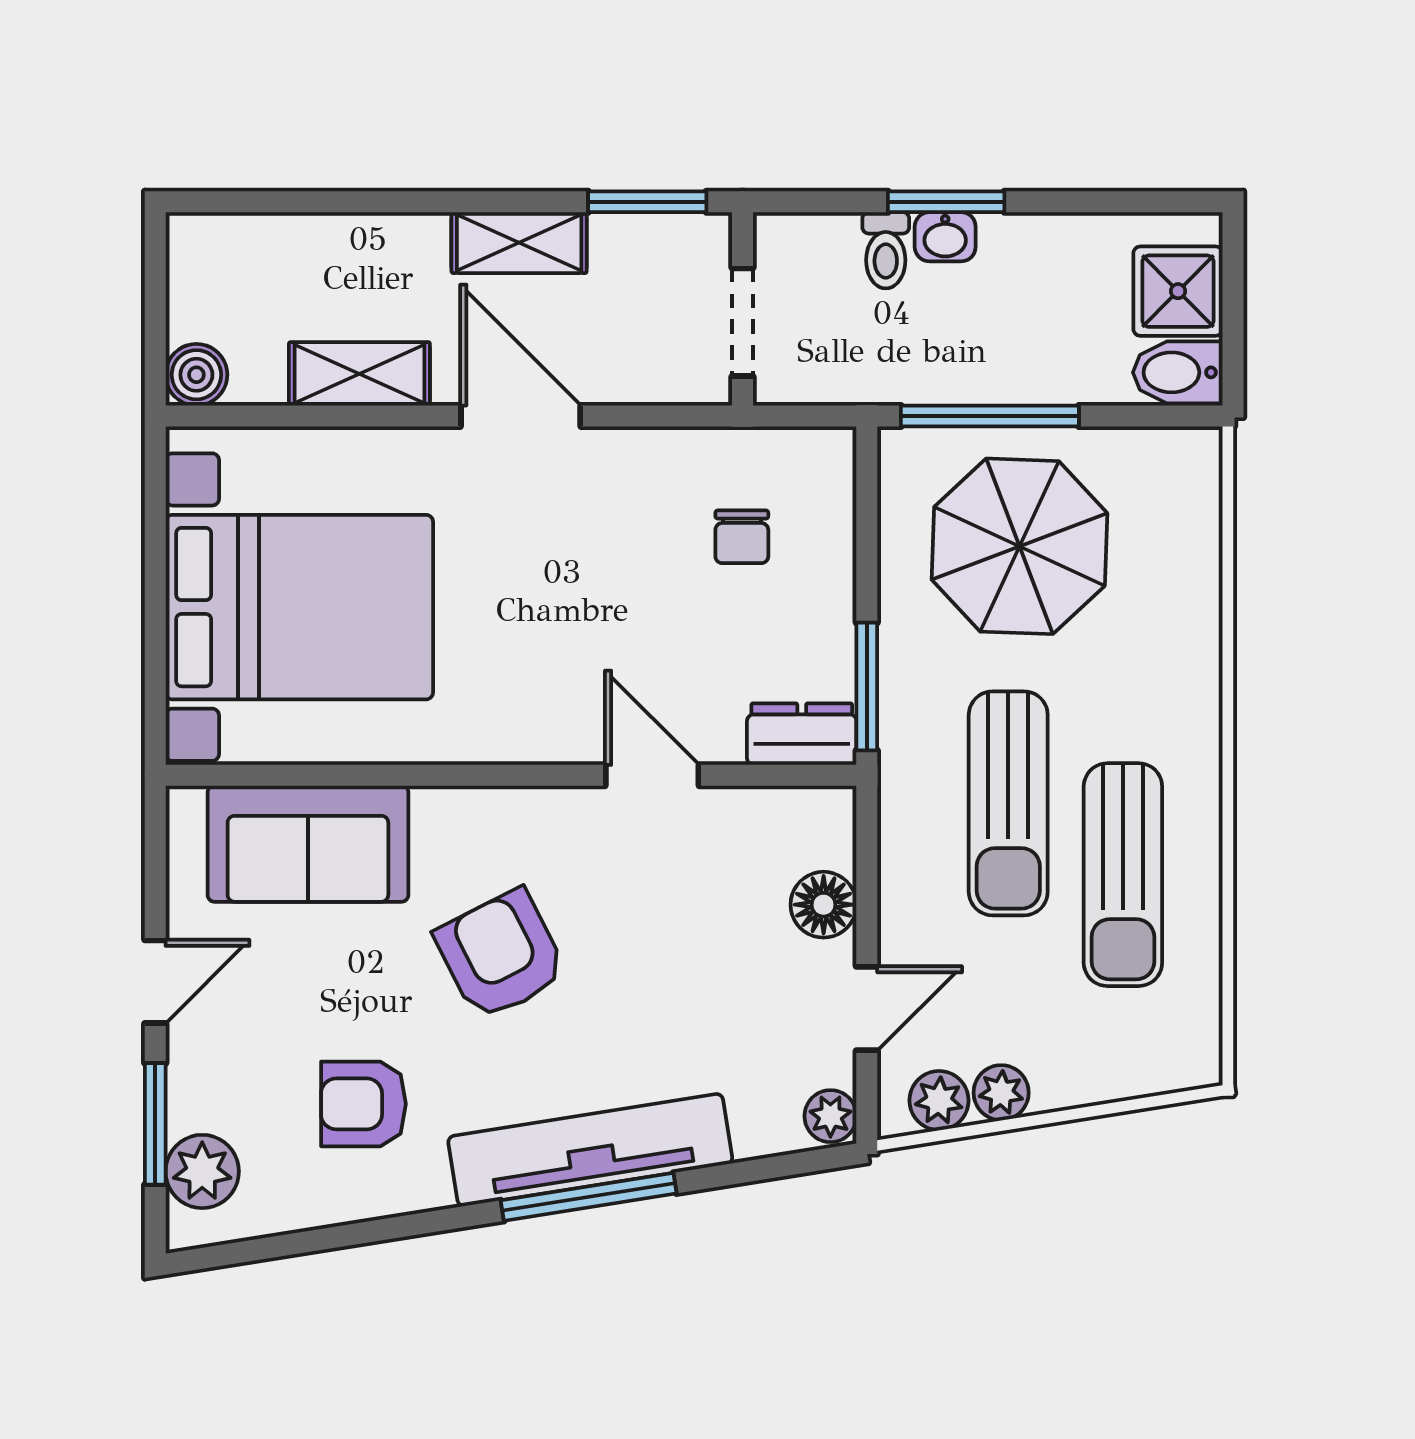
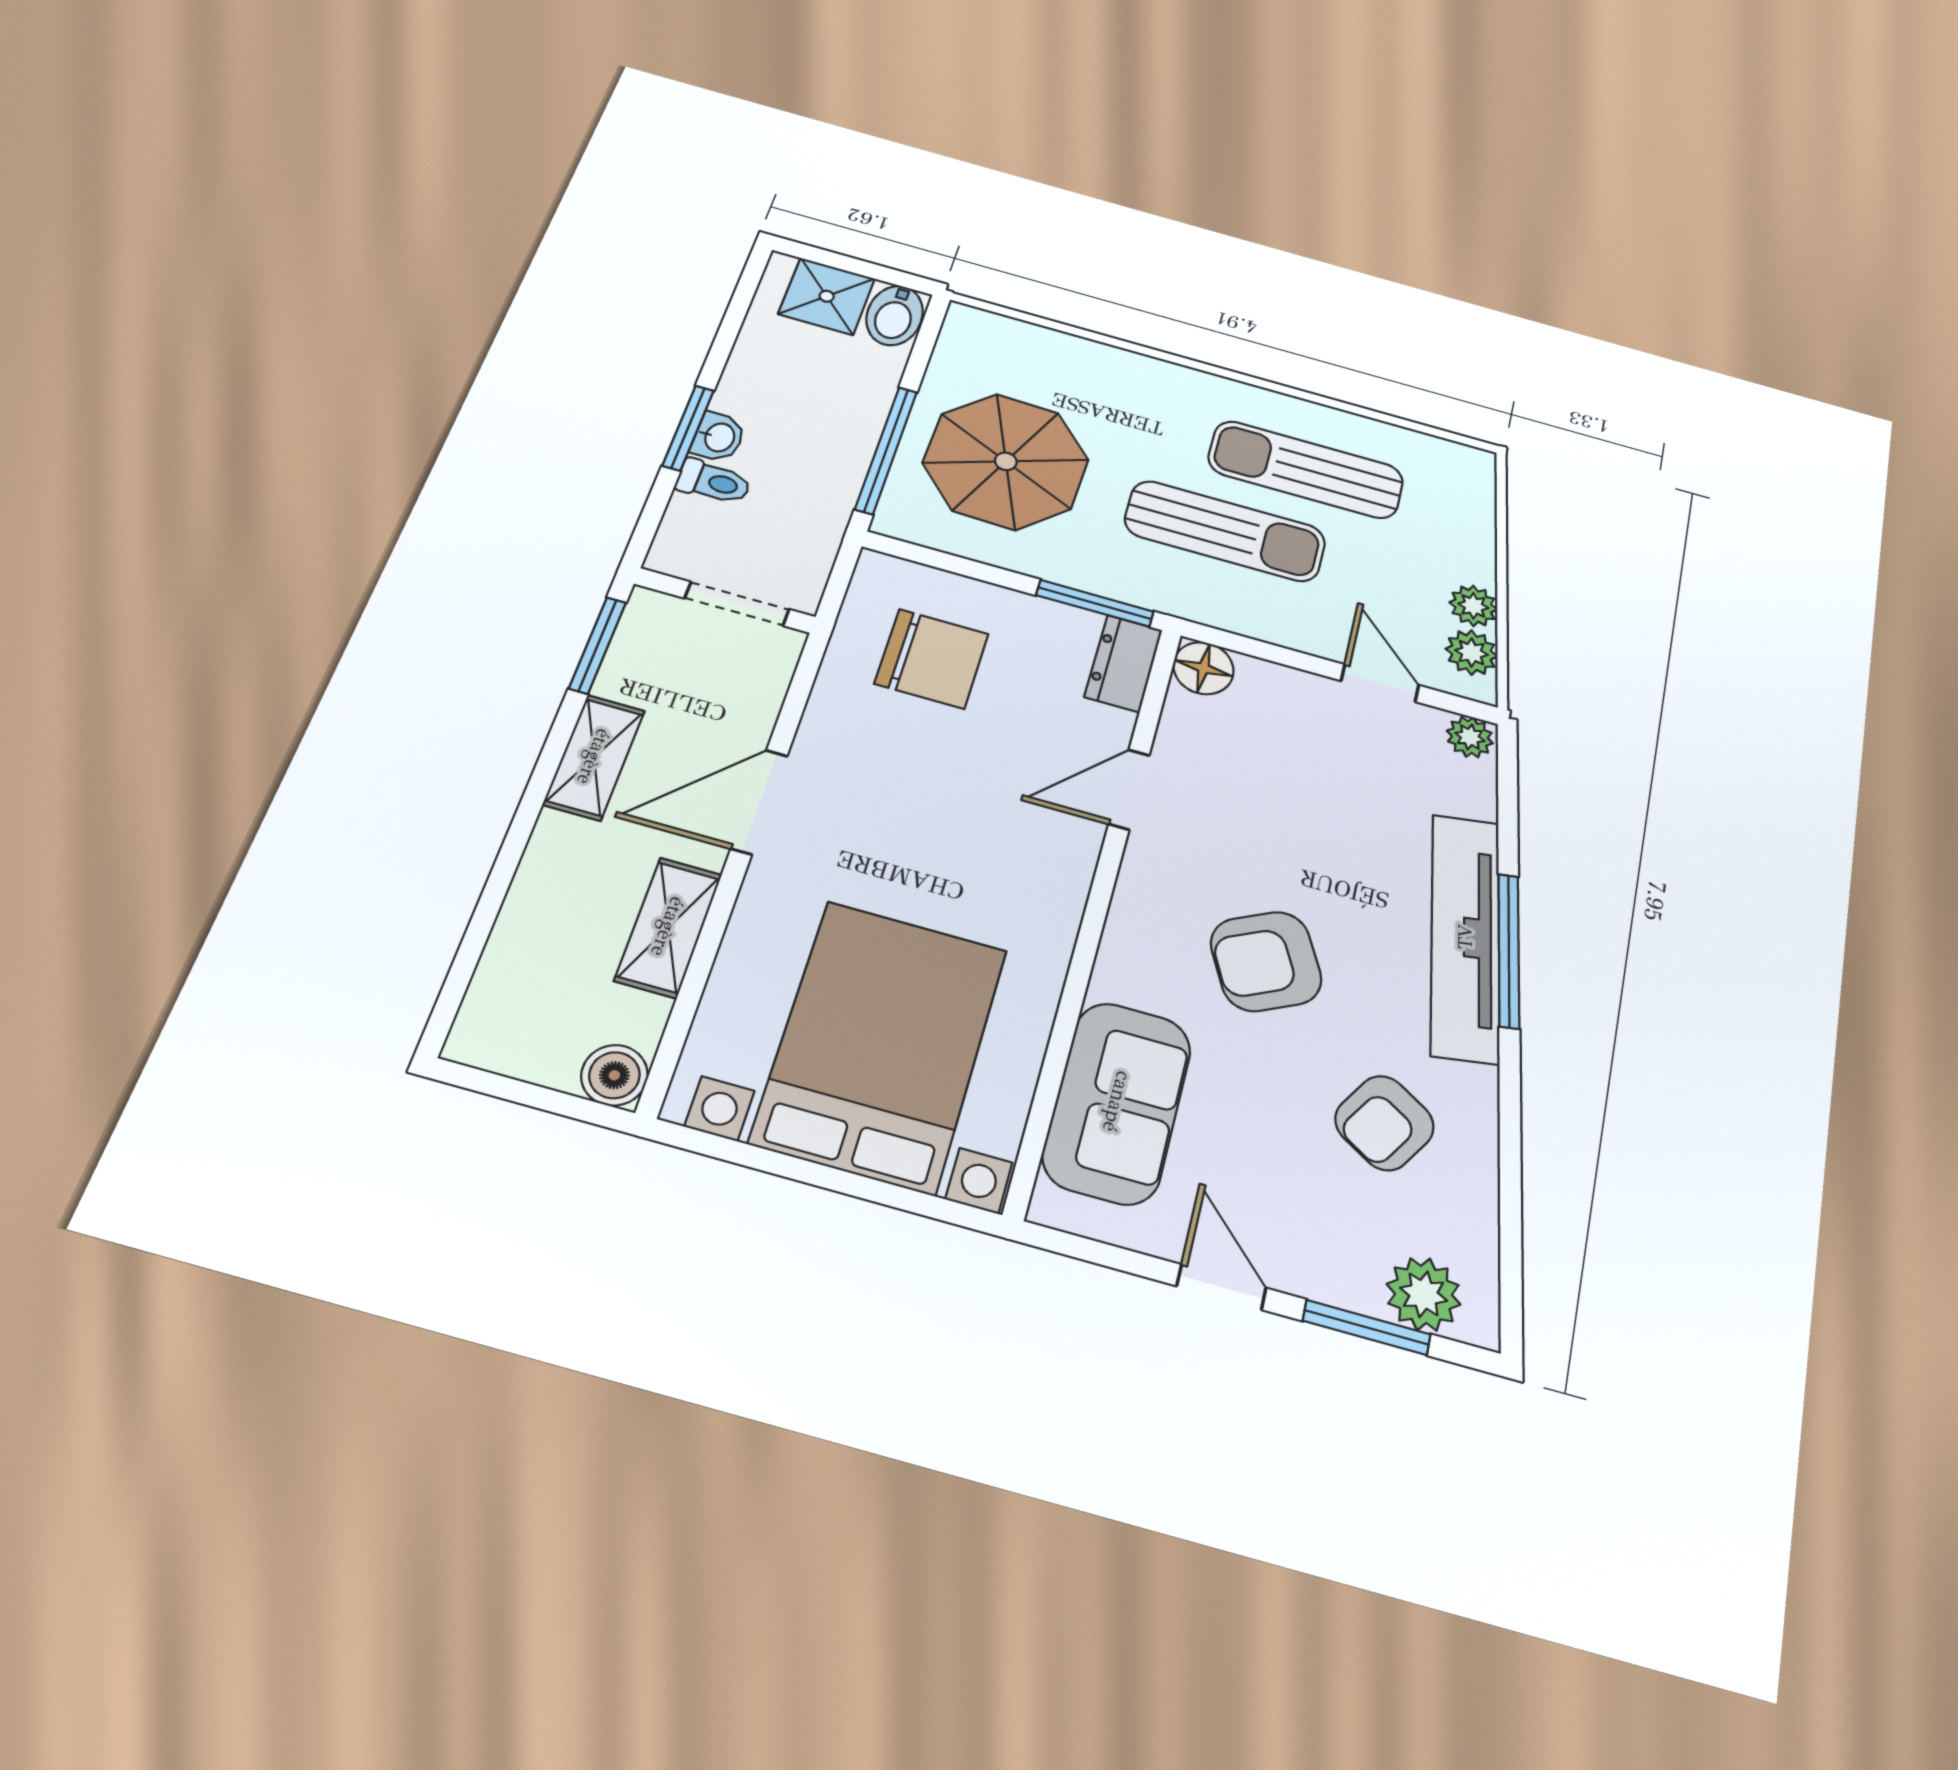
chair: (742, 537) -> (932, 659), width x1.87, depth x1.87
sun lounger: (1123, 875) -> (1306, 470), turned 180
floor lamp: (824, 905) -> (1203, 668), moved
armchair: (363, 1104) -> (1384, 1123), turned 32

